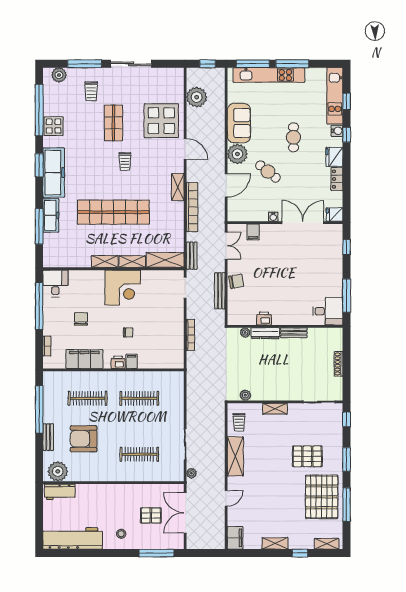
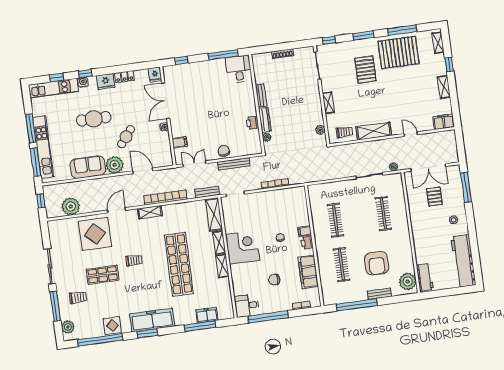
cafe table: (293, 137) -> (94, 119), width x1.37, depth x1.35
freezer: (51, 215) -> (207, 315), moved, width x0.71

